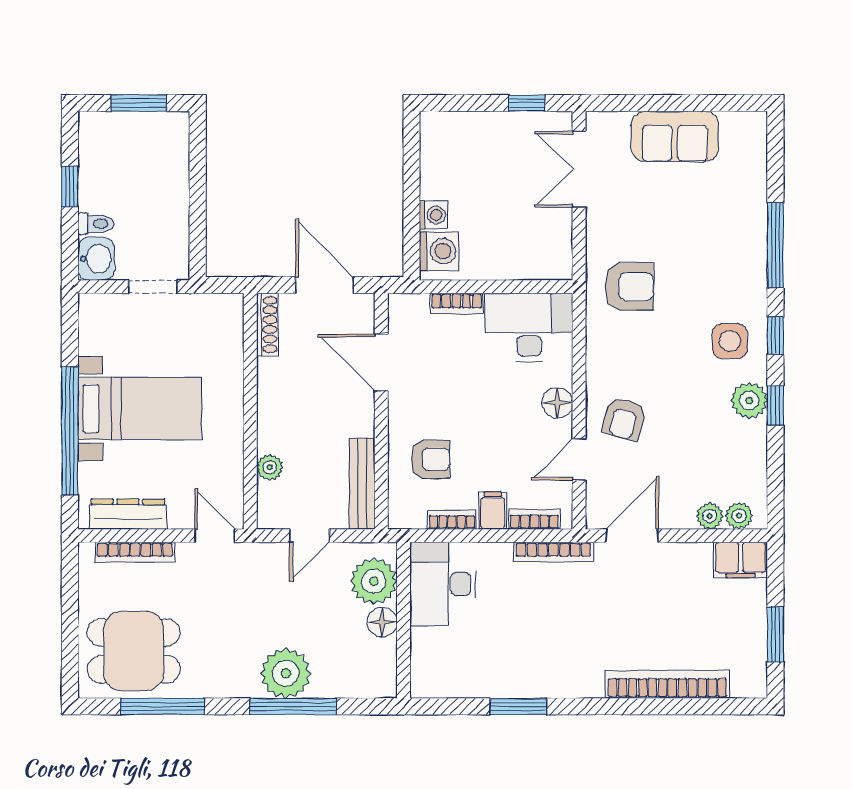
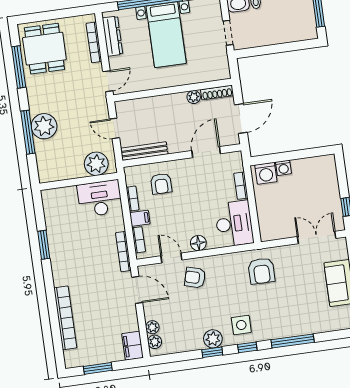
plant: (270, 467) -> (194, 97), moved
floor lamp: (382, 622) -> (76, 171), removed

